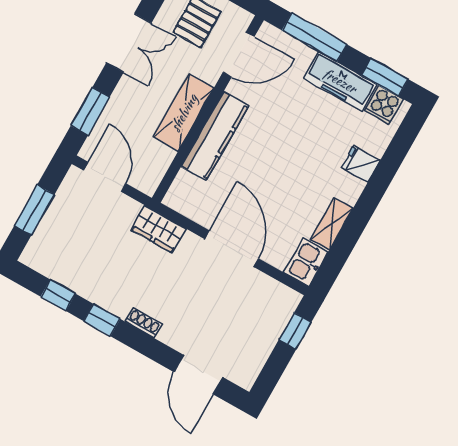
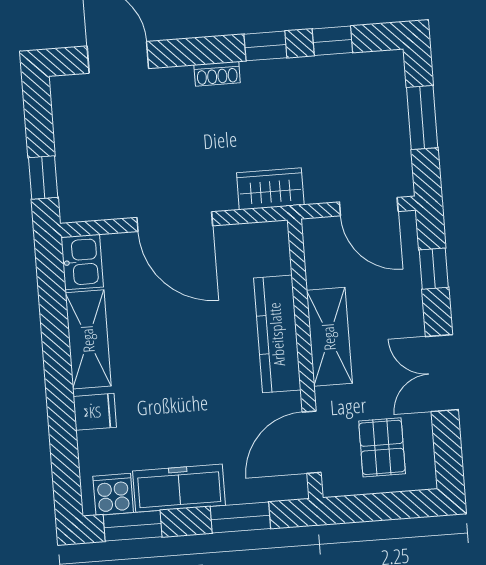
window: (314, 37) -> (240, 518), width x0.69
window: (90, 111) -> (434, 269), width x0.67
shelving: (332, 224) -> (88, 339), width x1.50, depth x1.33

